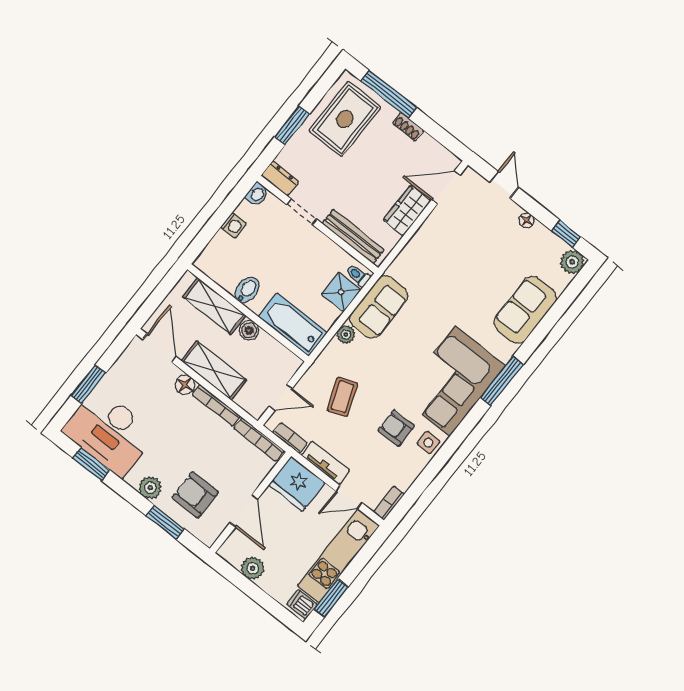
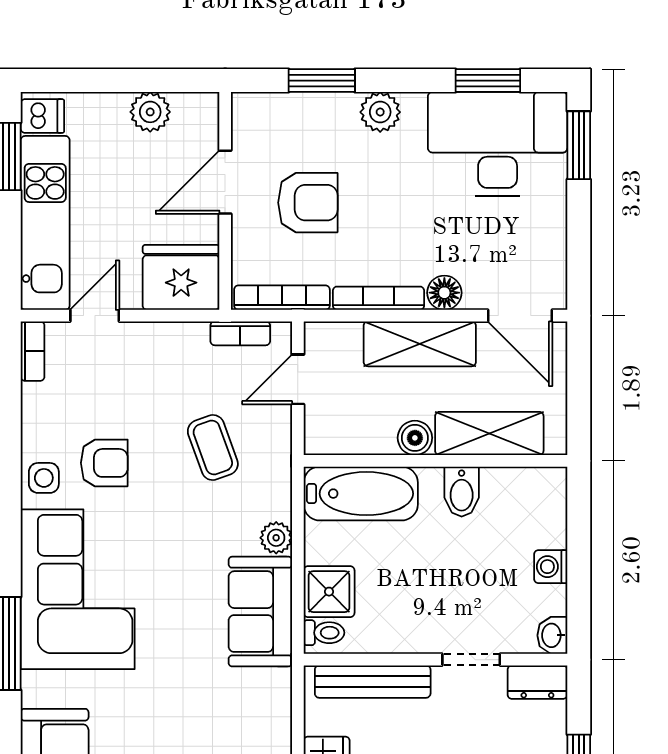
window: (89, 384) -> (579, 145), moved
tv unit: (325, 463) -> (165, 338), removed
armchair: (195, 495) -> (308, 203), moved
door: (244, 511) -> (225, 182), hinge flipped

